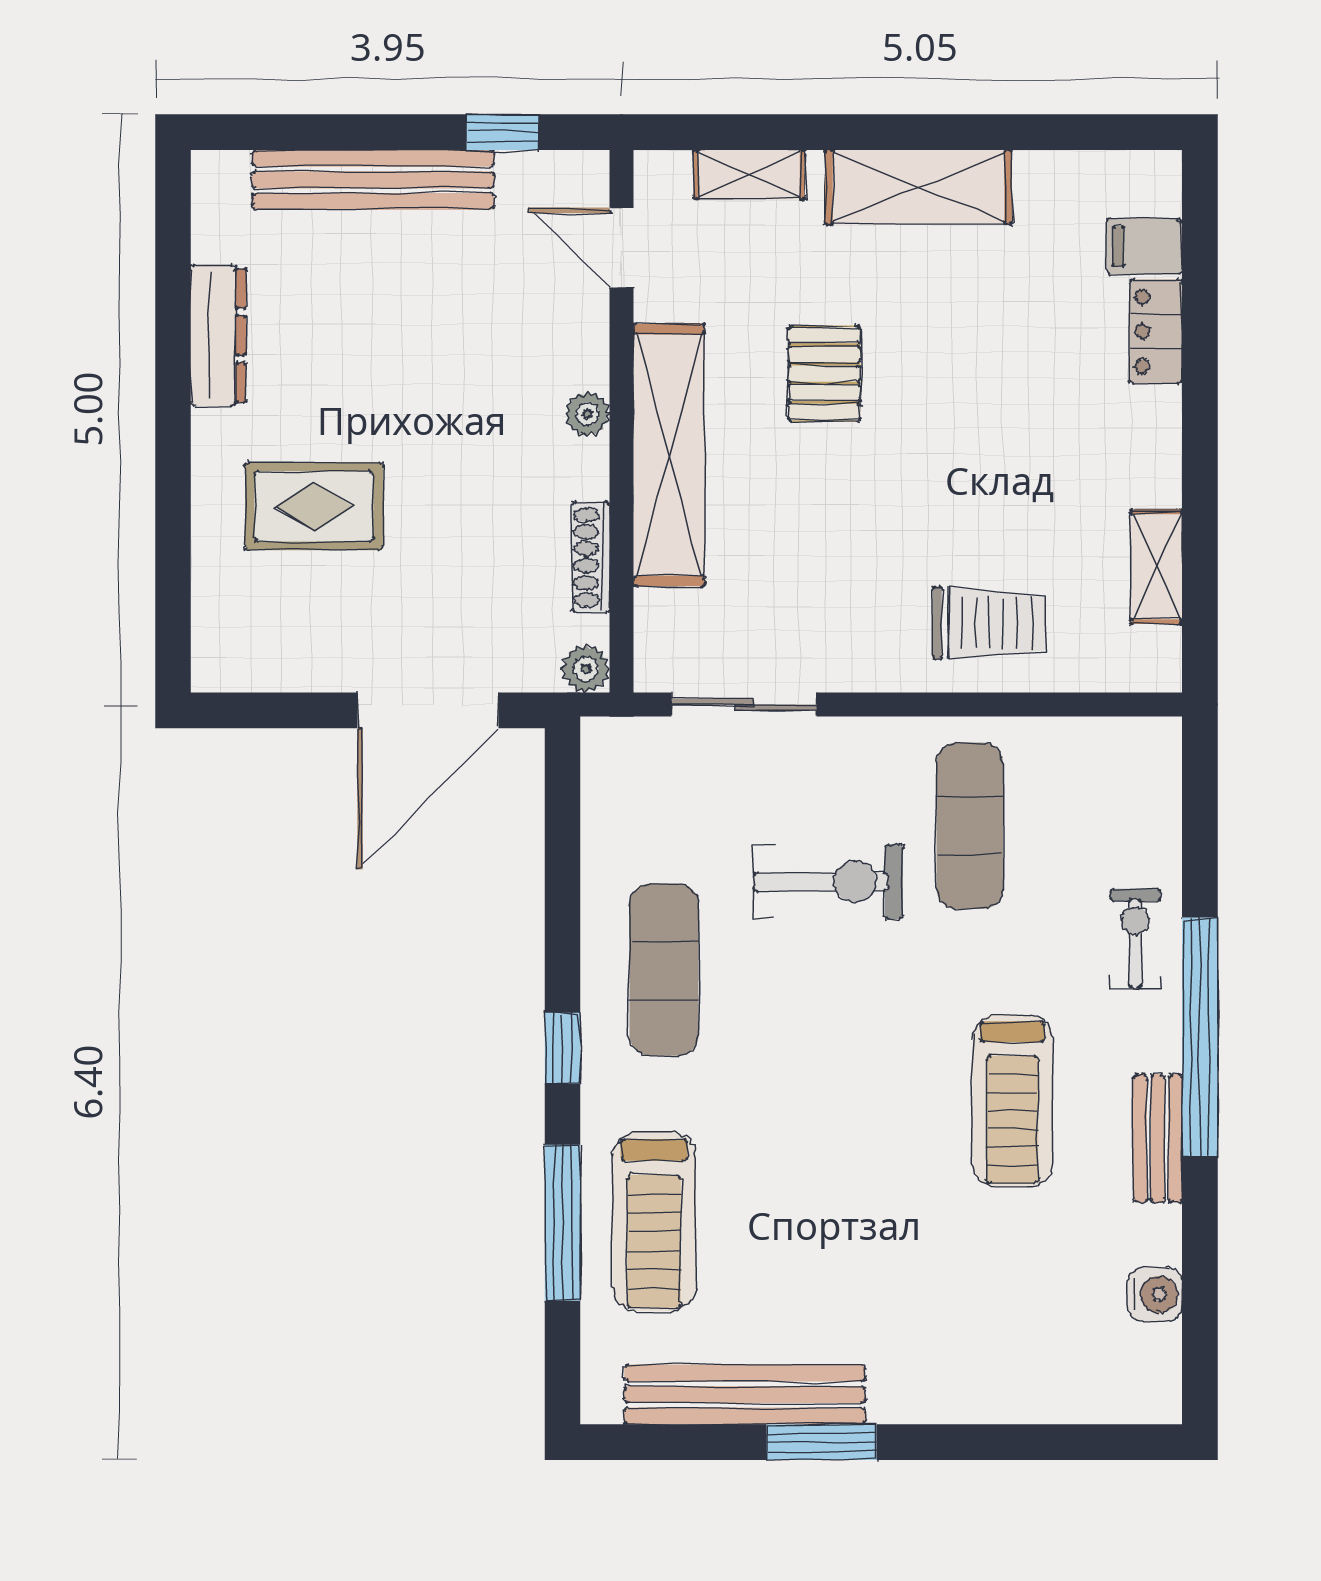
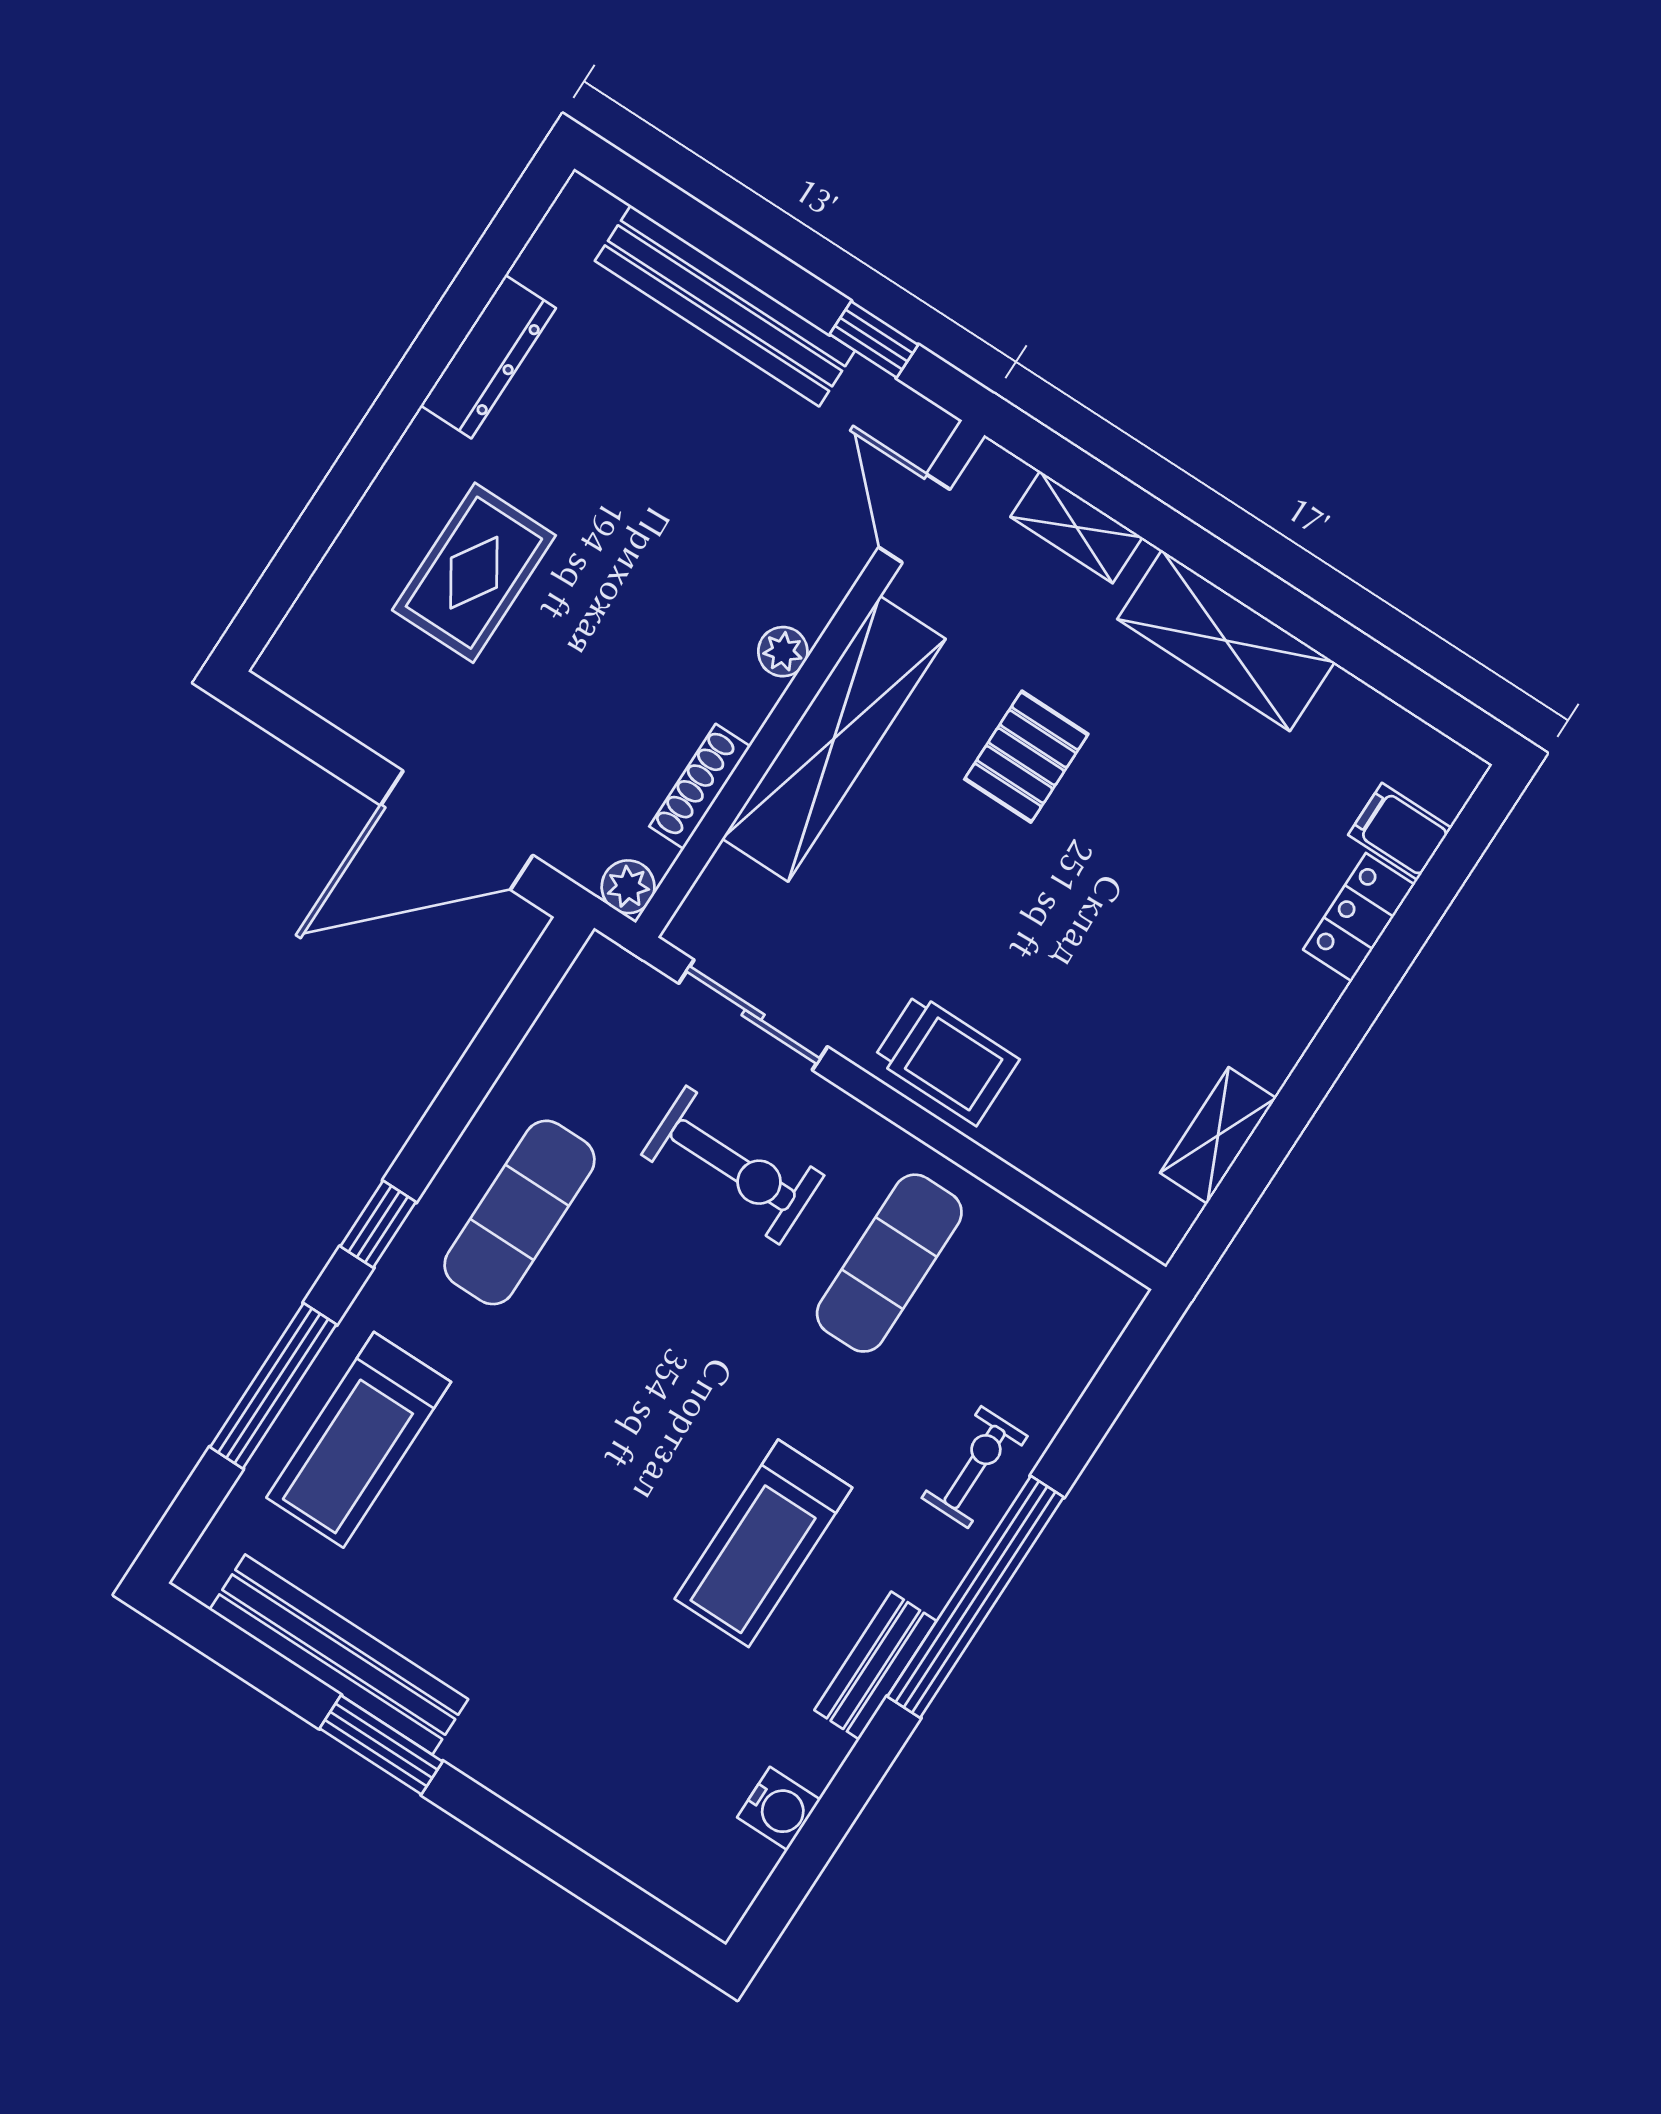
rug: (314, 506) -> (474, 573), turned 90
trolley: (989, 623) -> (946, 1059), moved
exercise bike: (828, 882) -> (733, 1165), moved

